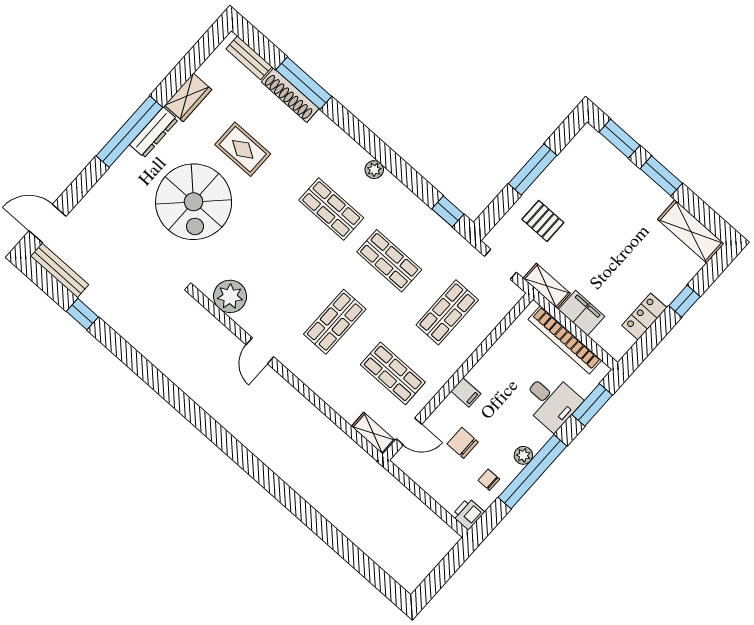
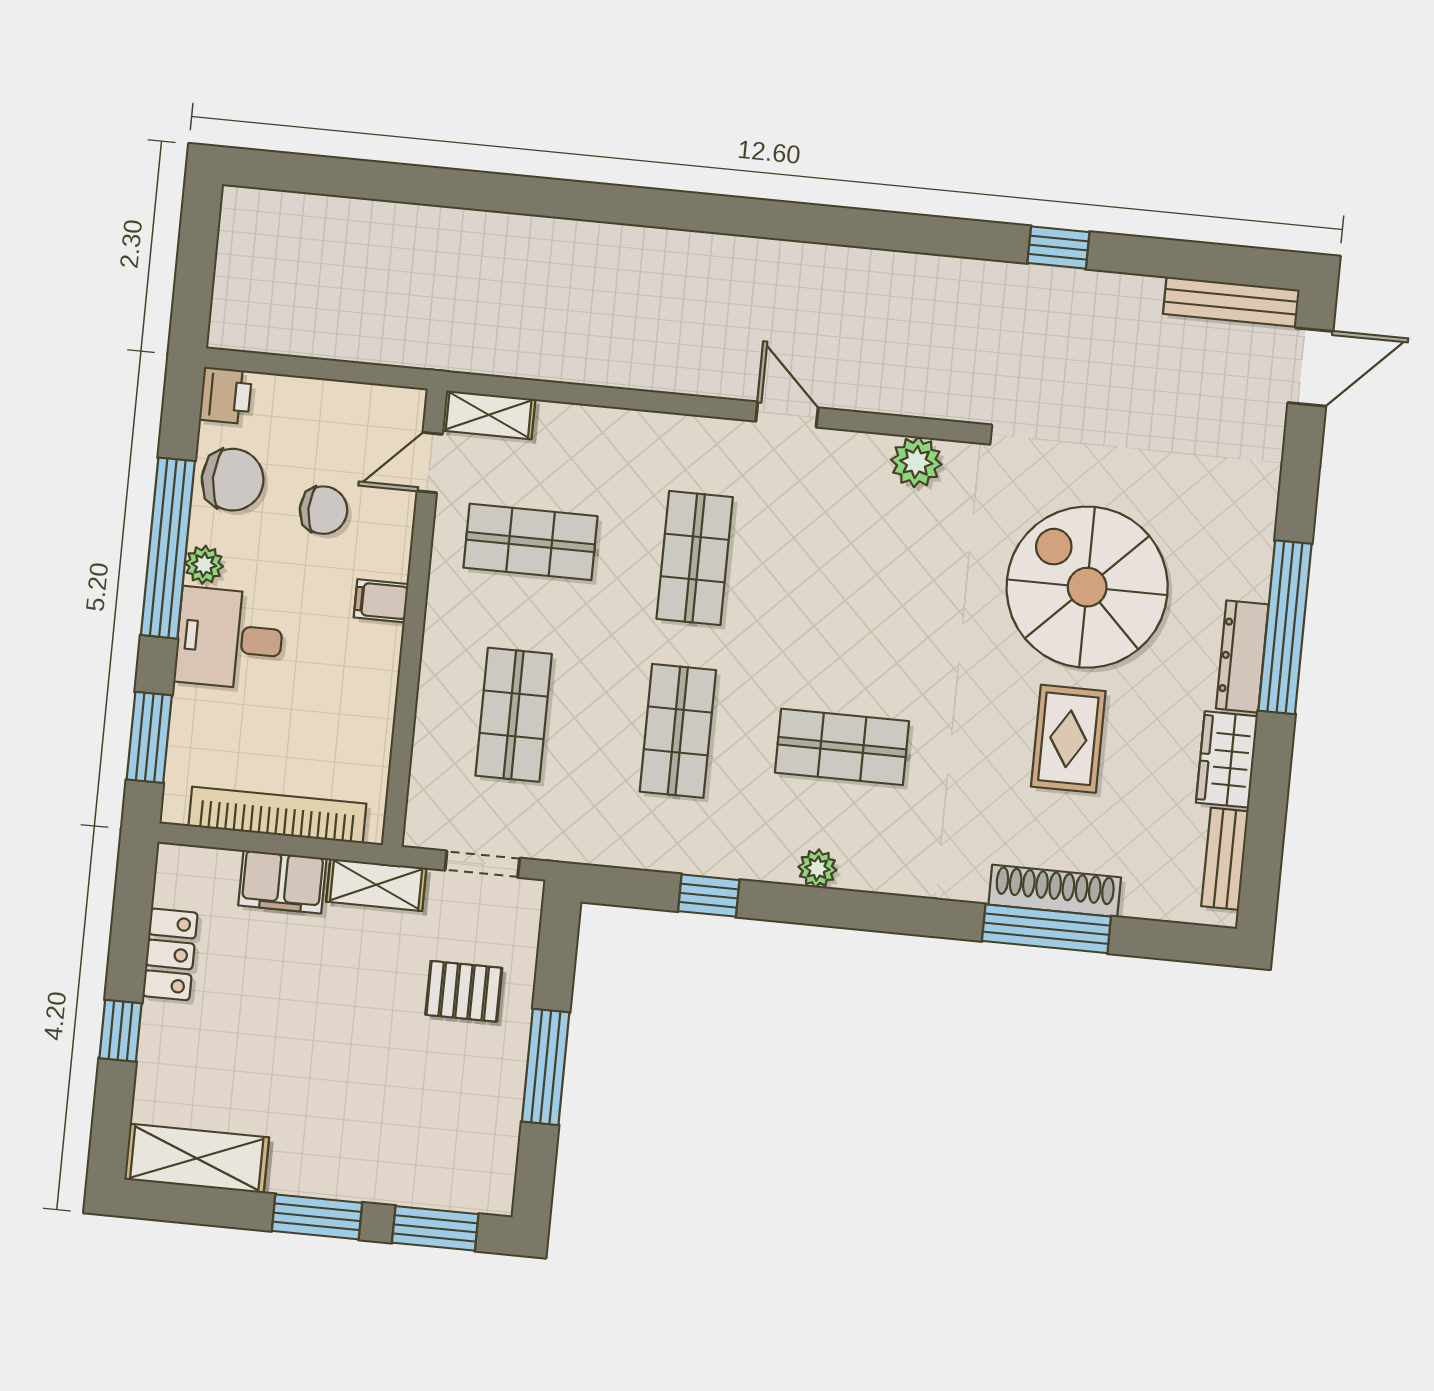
bench: (249, 58) -> (1225, 859), moved, turned 90
rug: (243, 149) -> (1068, 739), turned 90
window: (448, 211) -> (709, 896), moved
shop shelf: (389, 261) -> (678, 731), turned 90
plant: (230, 296) -> (916, 462), width x0.73, depth x0.73
window: (82, 314) -> (1058, 248), moved
desk: (551, 401) -> (229, 639), moved
chair: (489, 480) -> (233, 480), width x1.87, depth x1.87

